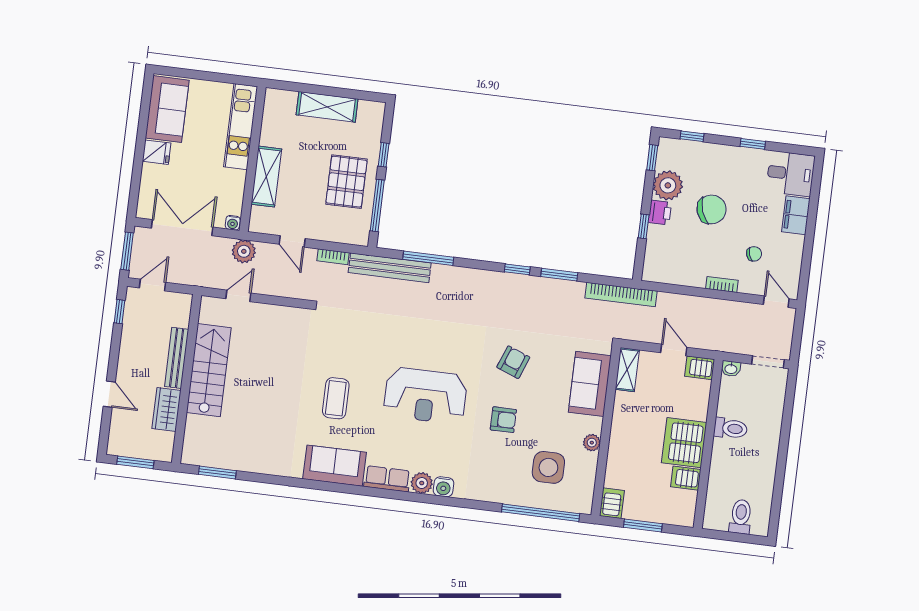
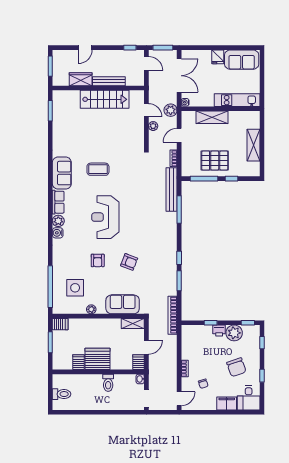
chair: (712, 209) -> (236, 367), moved
plant: (269, 287) -> (153, 126), added

